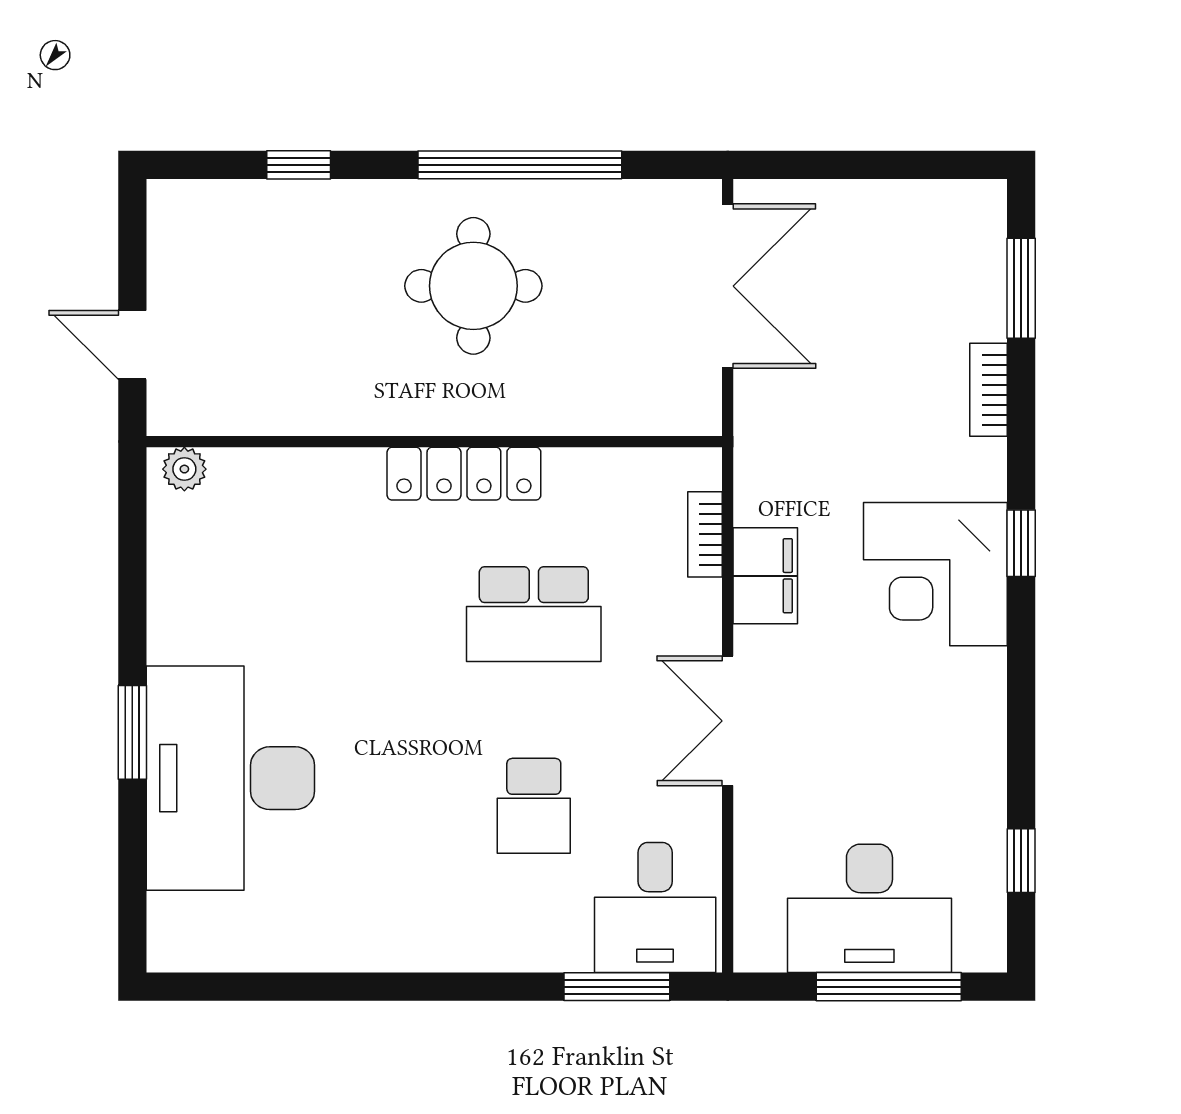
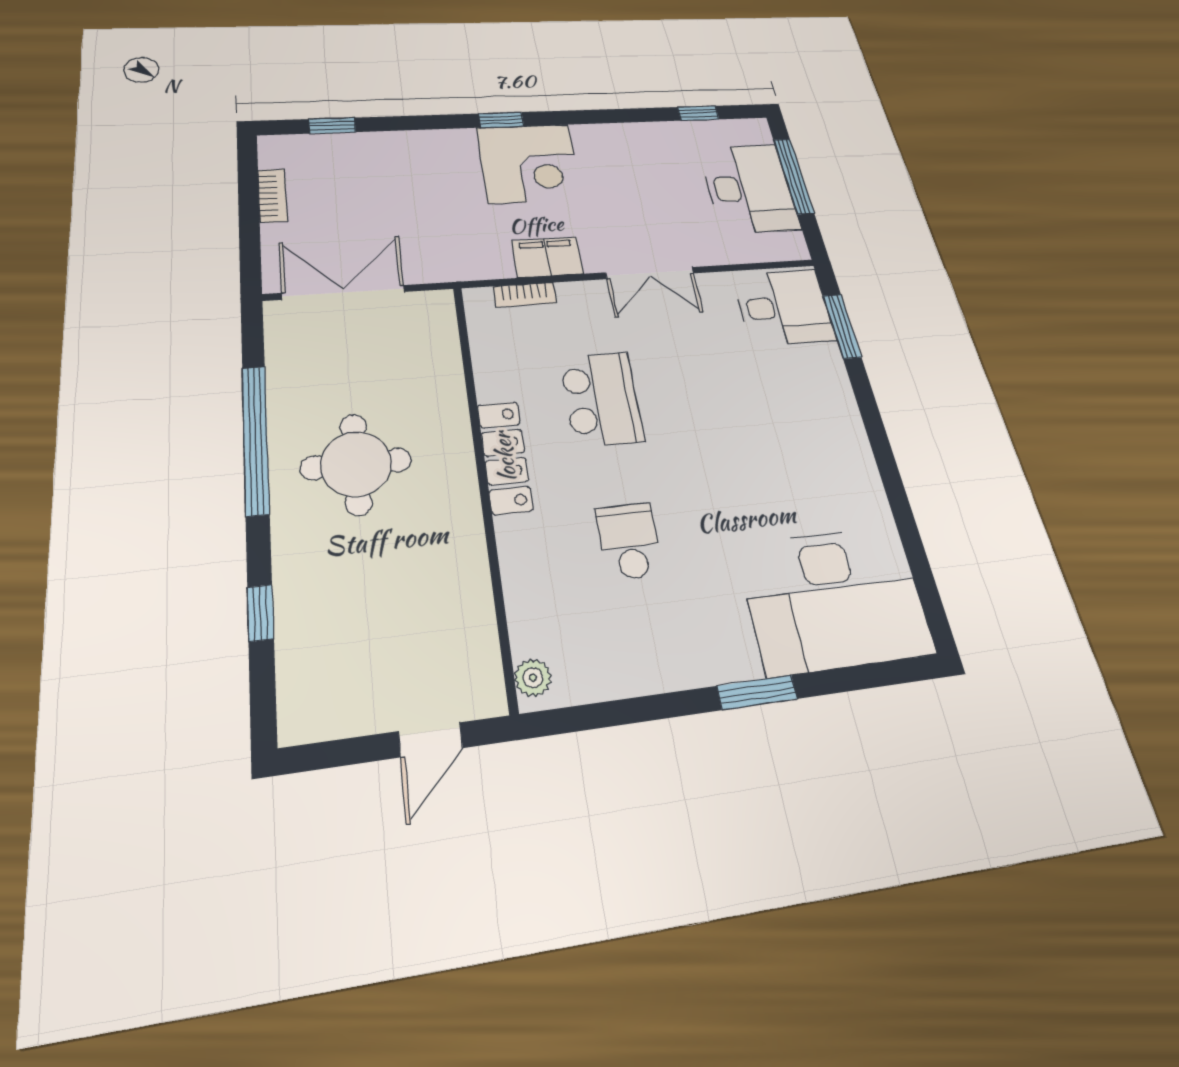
window: (1021, 288) -> (332, 126), width x0.67
bookcase: (988, 390) -> (272, 196), moved, turned -90
desk: (230, 778) -> (834, 599), moved
school desk: (534, 806) -> (629, 541), moved, turned -90

